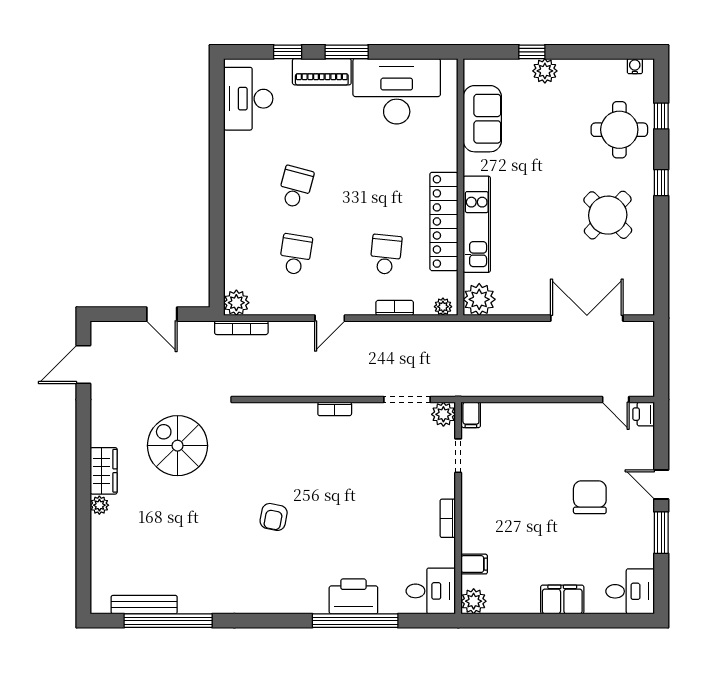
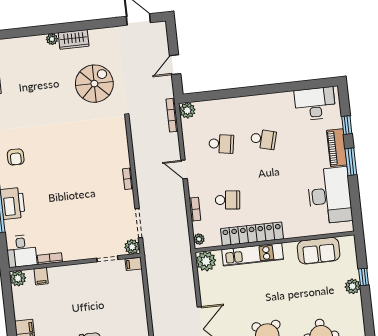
armchair: (274, 517) -> (16, 157), moved, turned -101
bookcase: (448, 518) -> (50, 259), moved

